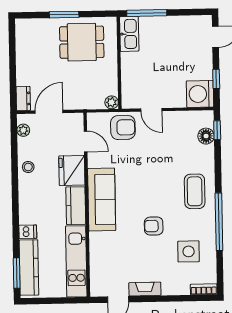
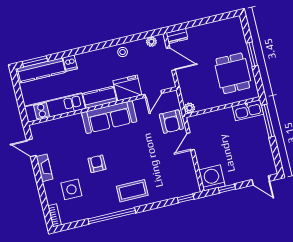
floor lamp: (206, 136) -> (179, 190), removed
side table: (189, 251) -> (71, 189), moved

